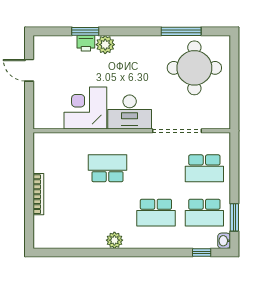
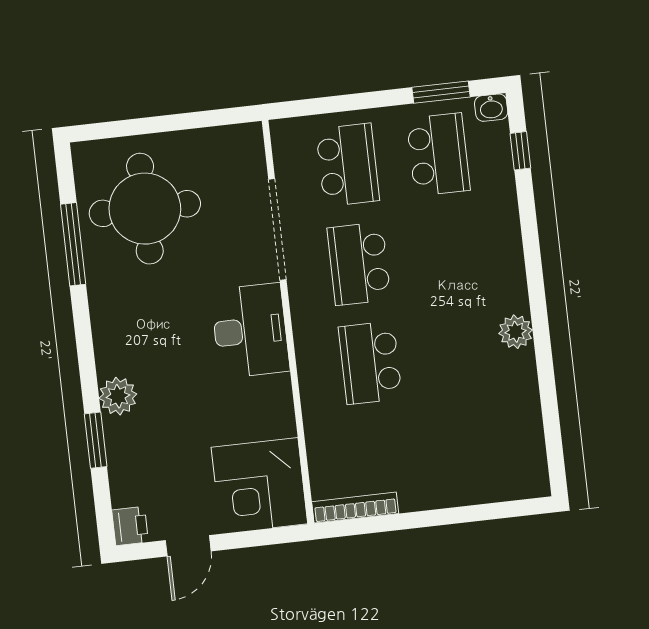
printer: (86, 43) -> (130, 526), moved
corner desk: (85, 108) -> (259, 486), moved
bookcase: (38, 194) -> (355, 508), moved
school desk: (156, 213) -> (359, 264), moved, turned 180

